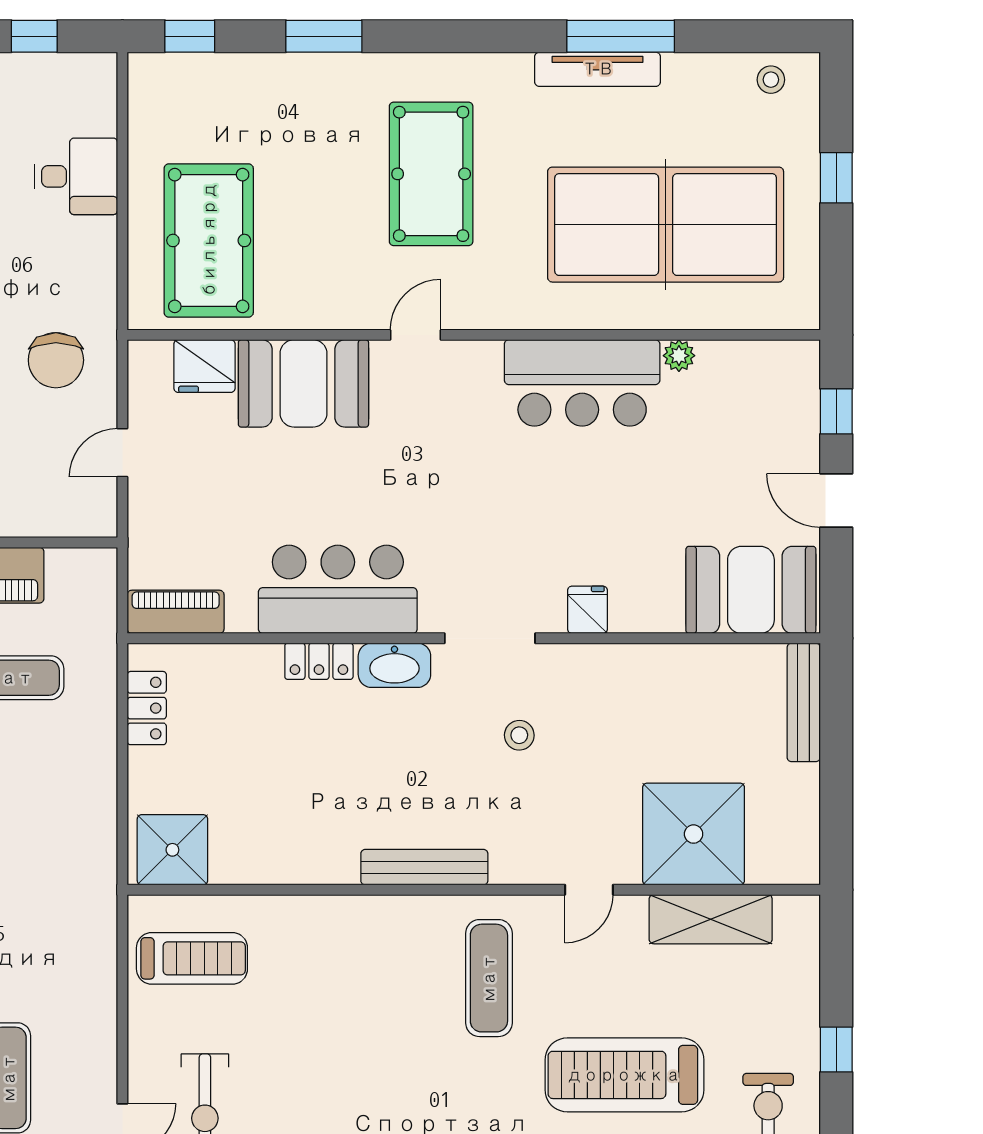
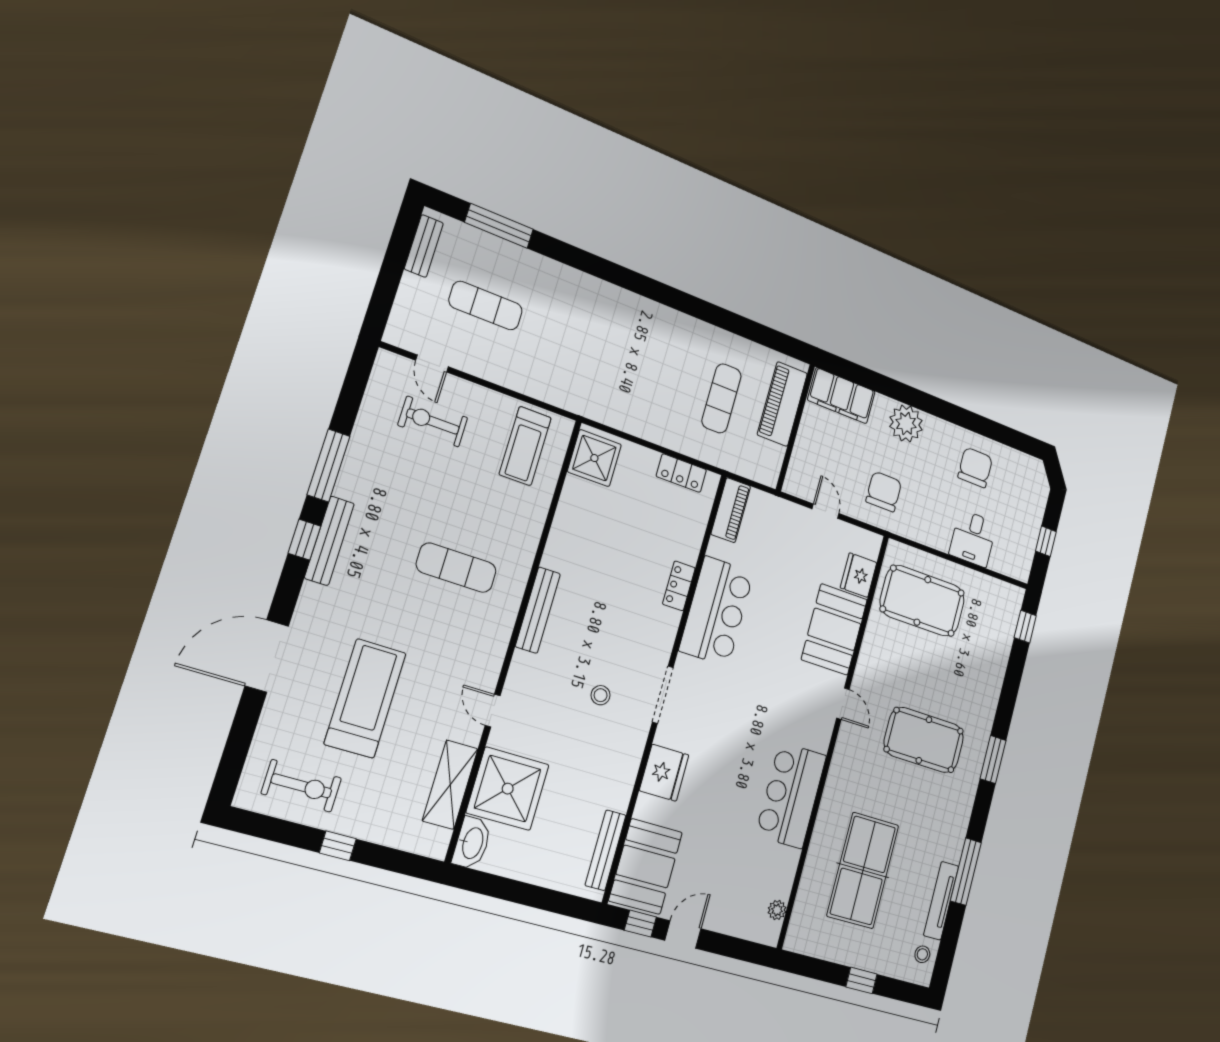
window: (324, 36) -> (993, 760), moved
tv unit: (598, 69) -> (941, 901), moved
table tennis table: (666, 225) -> (863, 870), width x0.73, depth x0.76
plant: (679, 356) -> (777, 910), moved
chair: (56, 360) -> (884, 492), turned 90
window: (836, 411) -> (640, 924), moved
fridge: (587, 610) -> (664, 773), width x1.88, depth x1.34
washbasin: (394, 665) -> (472, 843), moved, turned 180
bench: (804, 702) -> (606, 850), moved, turned 90
exercise mat: (489, 978) -> (456, 568), moved

